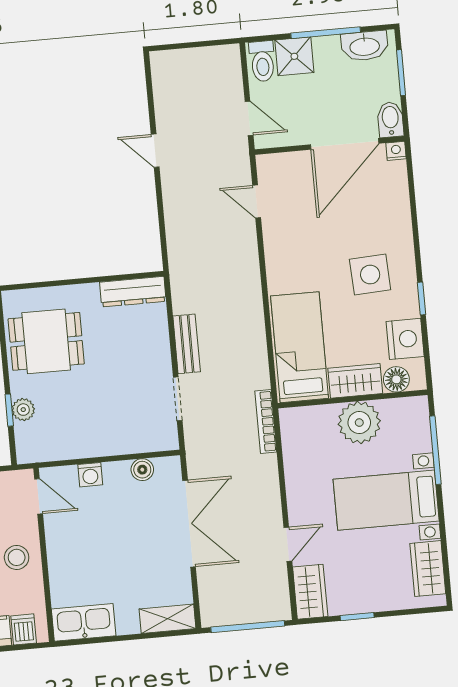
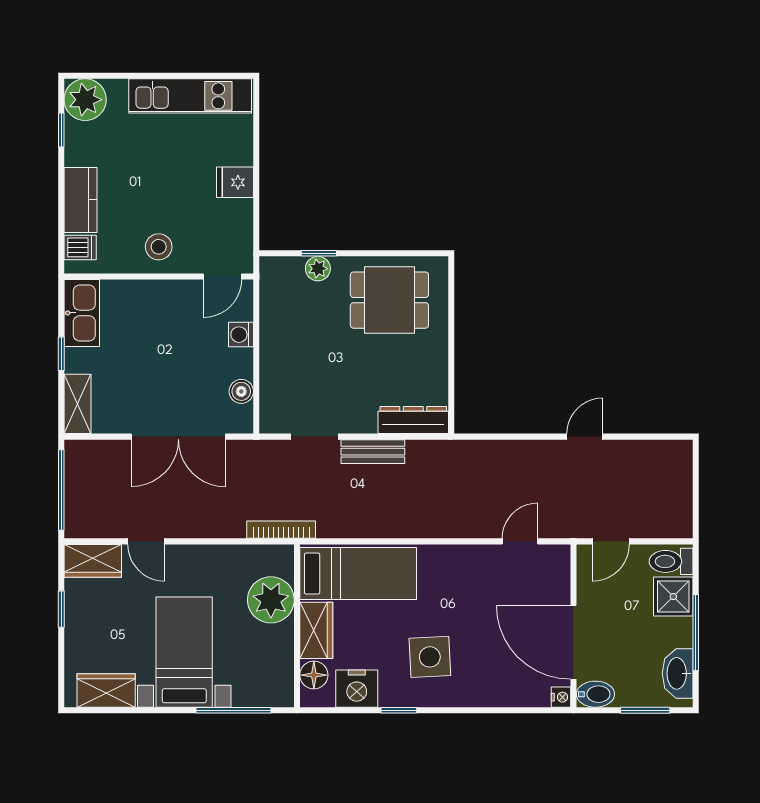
dresser: (133, 292) -> (413, 420), moved, turned 90
dining table: (46, 341) -> (389, 300), turned 90
plant: (359, 423) -> (271, 600), moved
window: (123, 638) -> (61, 354), added

